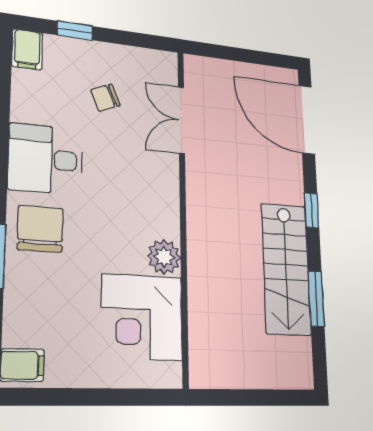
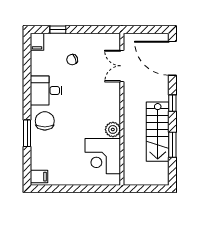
double door: (181, 120) -> (122, 66), moved
wall: (183, 213) -> (122, 109), moved
plant: (164, 257) -> (113, 129), moved
corner desk: (142, 317) -> (103, 156), moved

